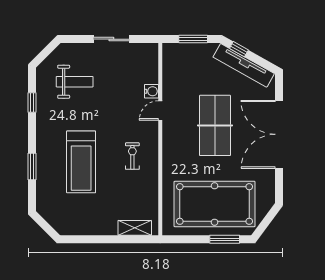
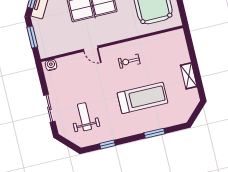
sliding door: (111, 39) -> (49, 108), moved
water cooler: (151, 91) -> (51, 65), moved
shelving: (135, 228) -> (189, 76), moved

